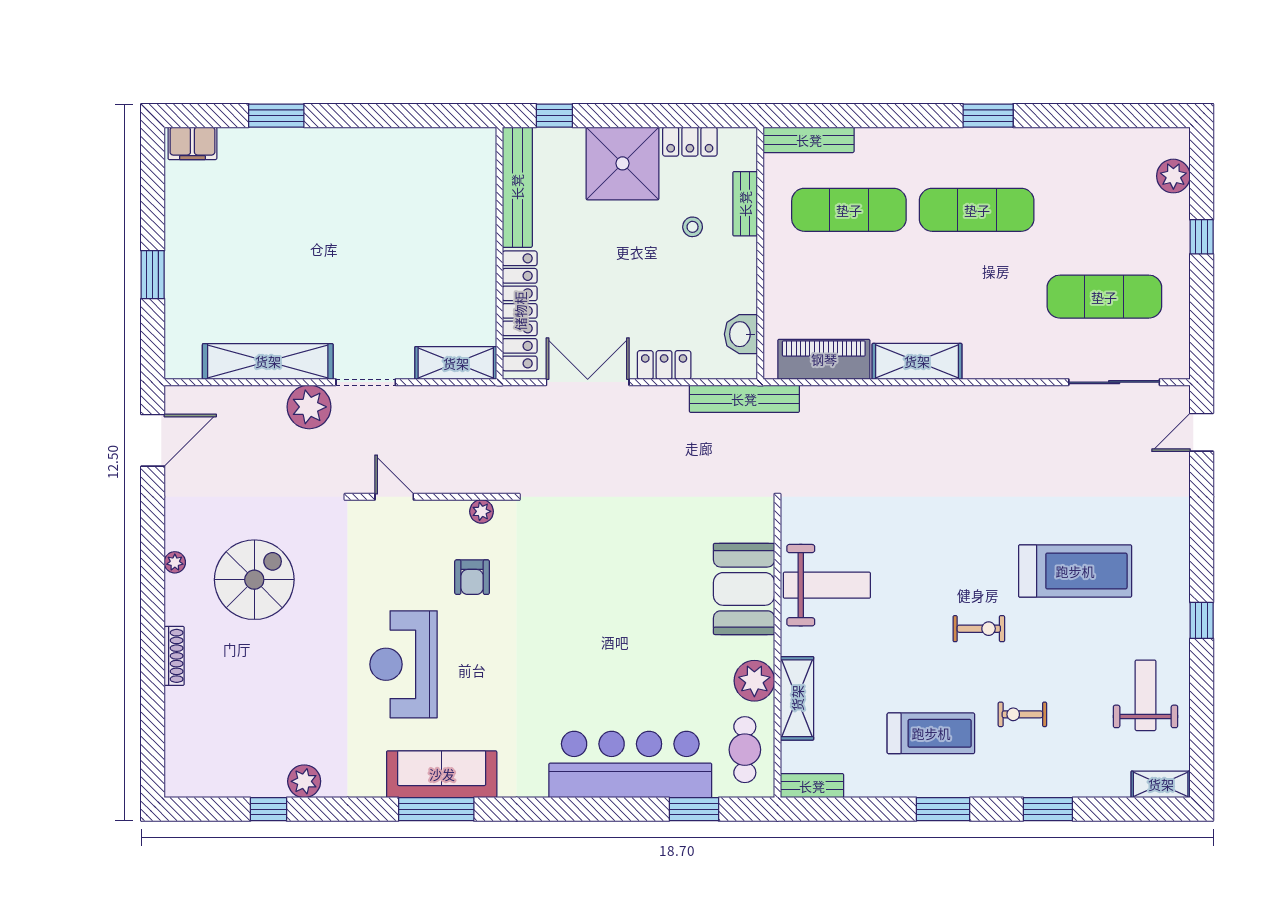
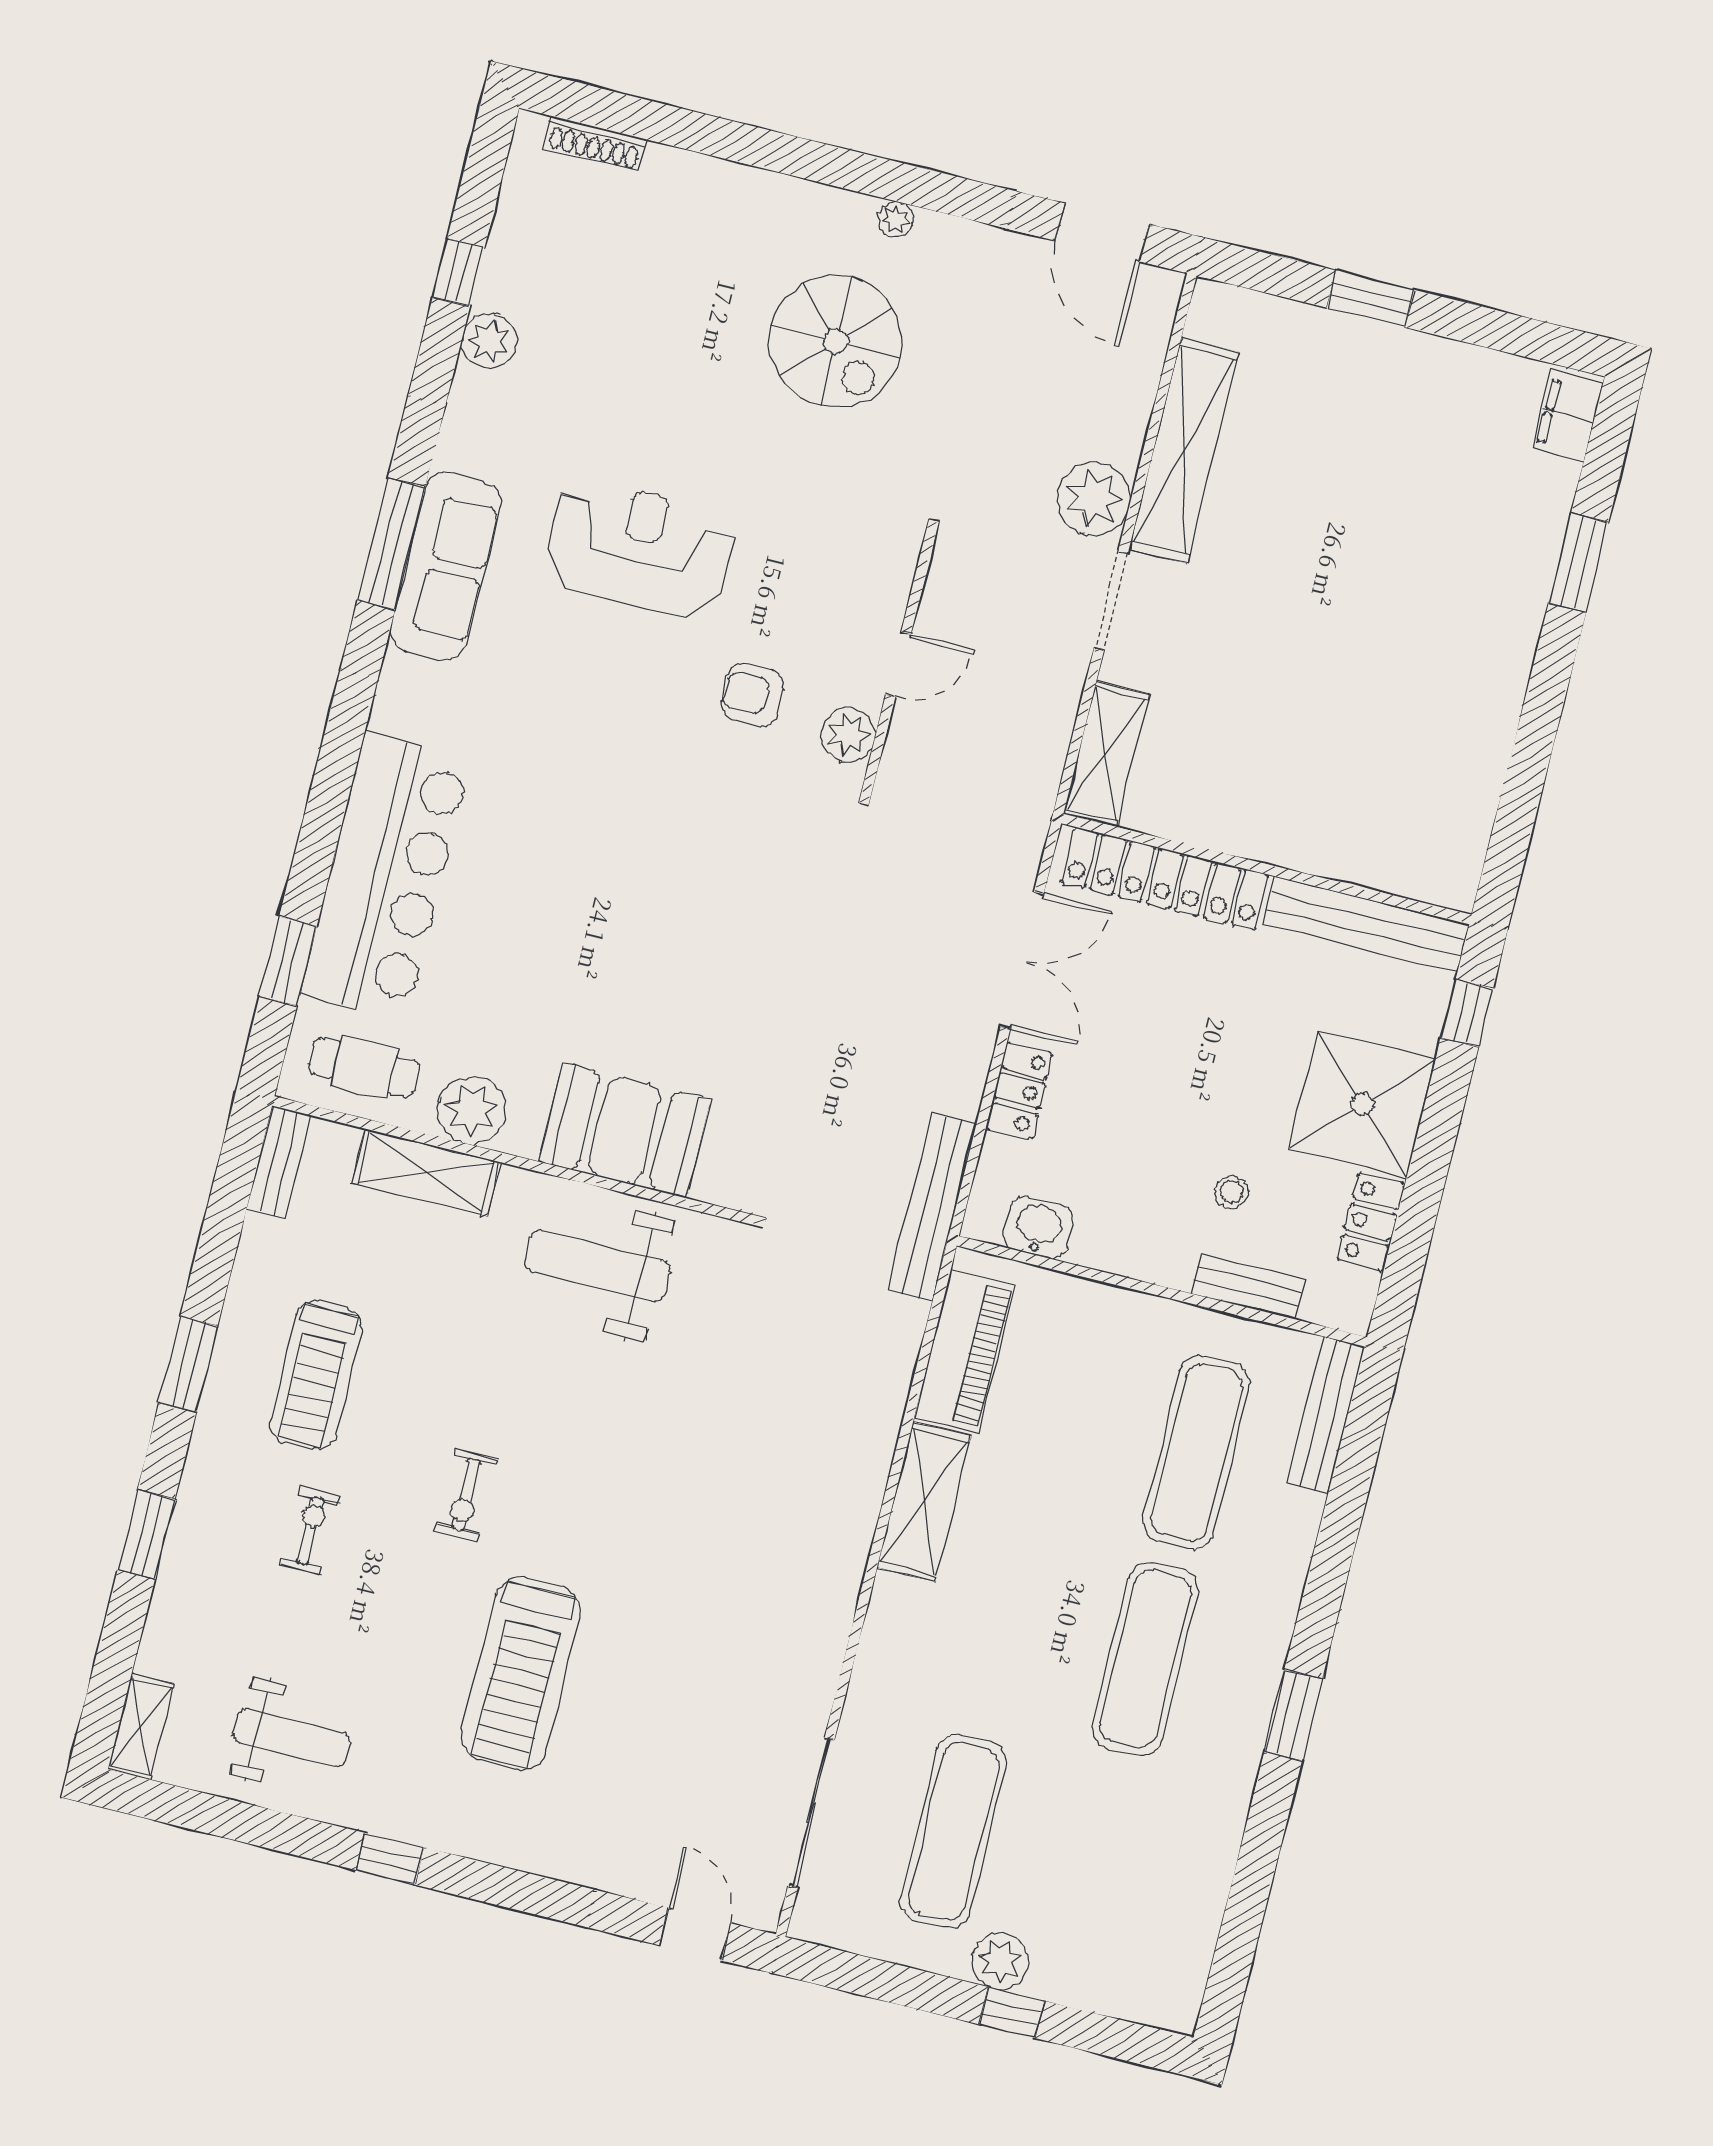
plant: (1173, 176) -> (1000, 1961), moved
door: (394, 497) -> (898, 664), moved
plant: (482, 511) -> (848, 735), width x1.38, depth x1.38
weight bench: (827, 585) -> (598, 1266), turned 90
shoe rack: (174, 656) -> (595, 144), moved

